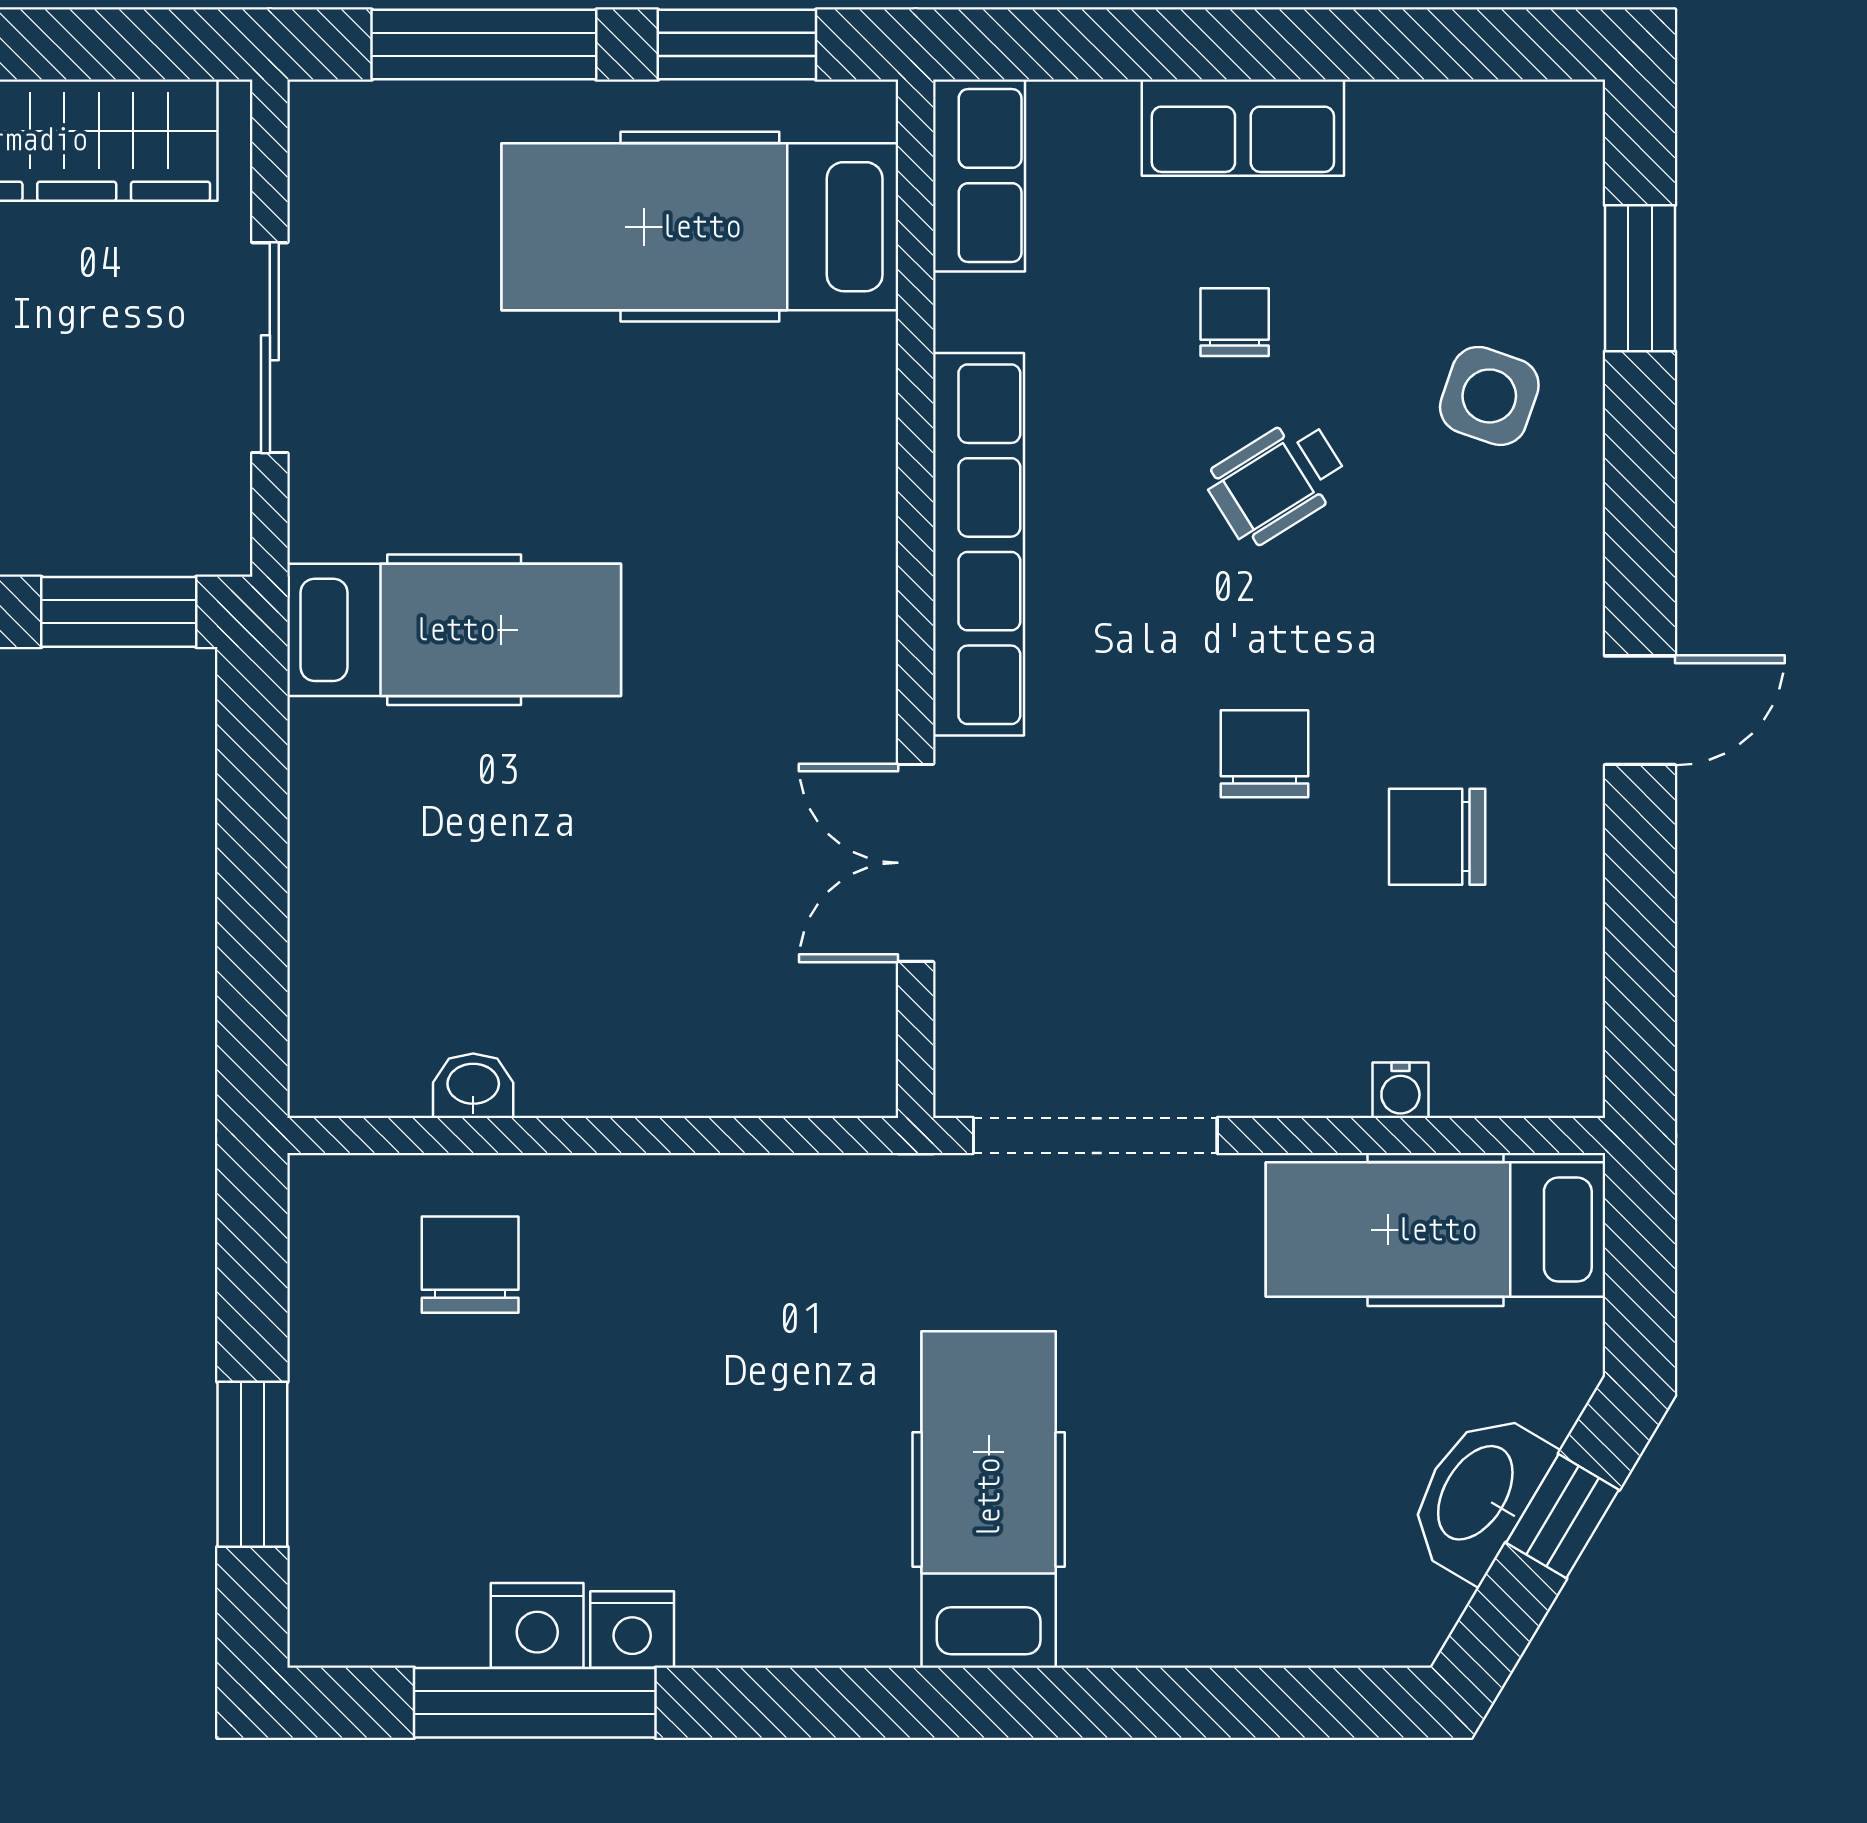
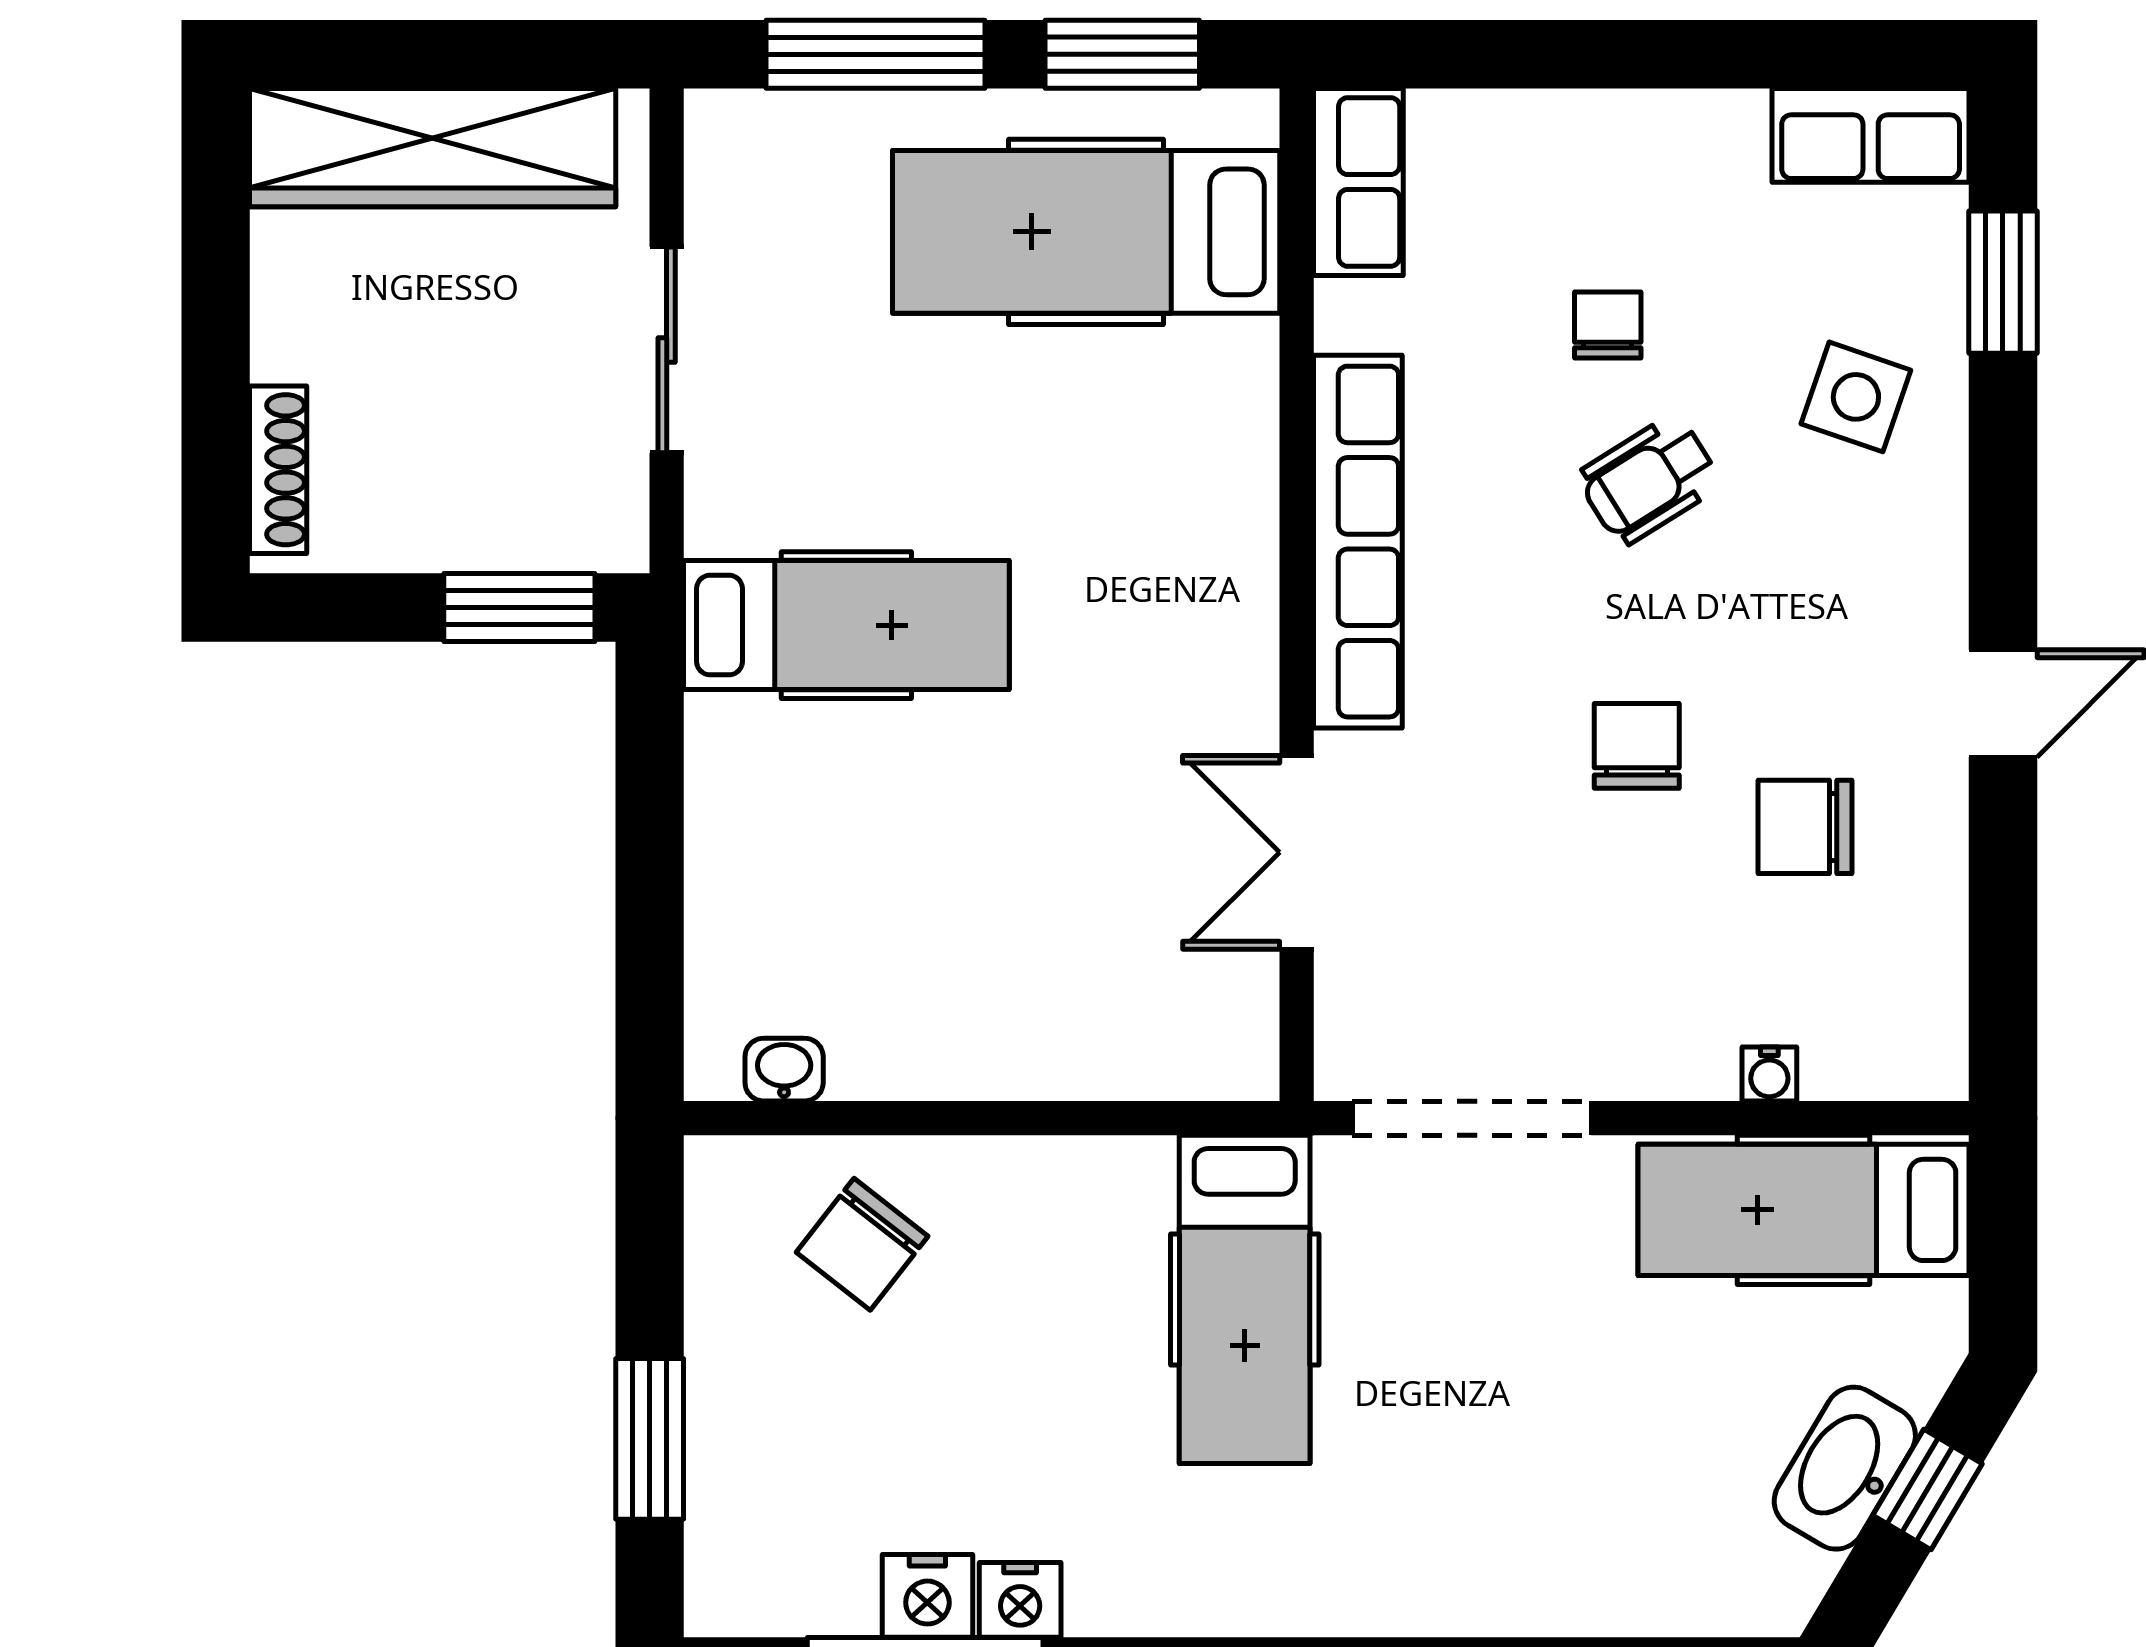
row of seats: (1243, 128) -> (1871, 135), moved
washbasin: (473, 1086) -> (784, 1070), moved
chair: (470, 1265) -> (862, 1244), turned -142
hospital bed: (989, 1499) -> (1245, 1299), moved, turned 180

